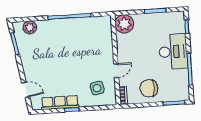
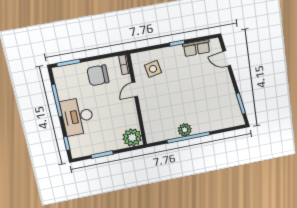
plant: (30, 27) -> (185, 130), moved
chair: (149, 88) -> (98, 75), turned 180
row of seats: (60, 103) -> (197, 48), width x0.68

